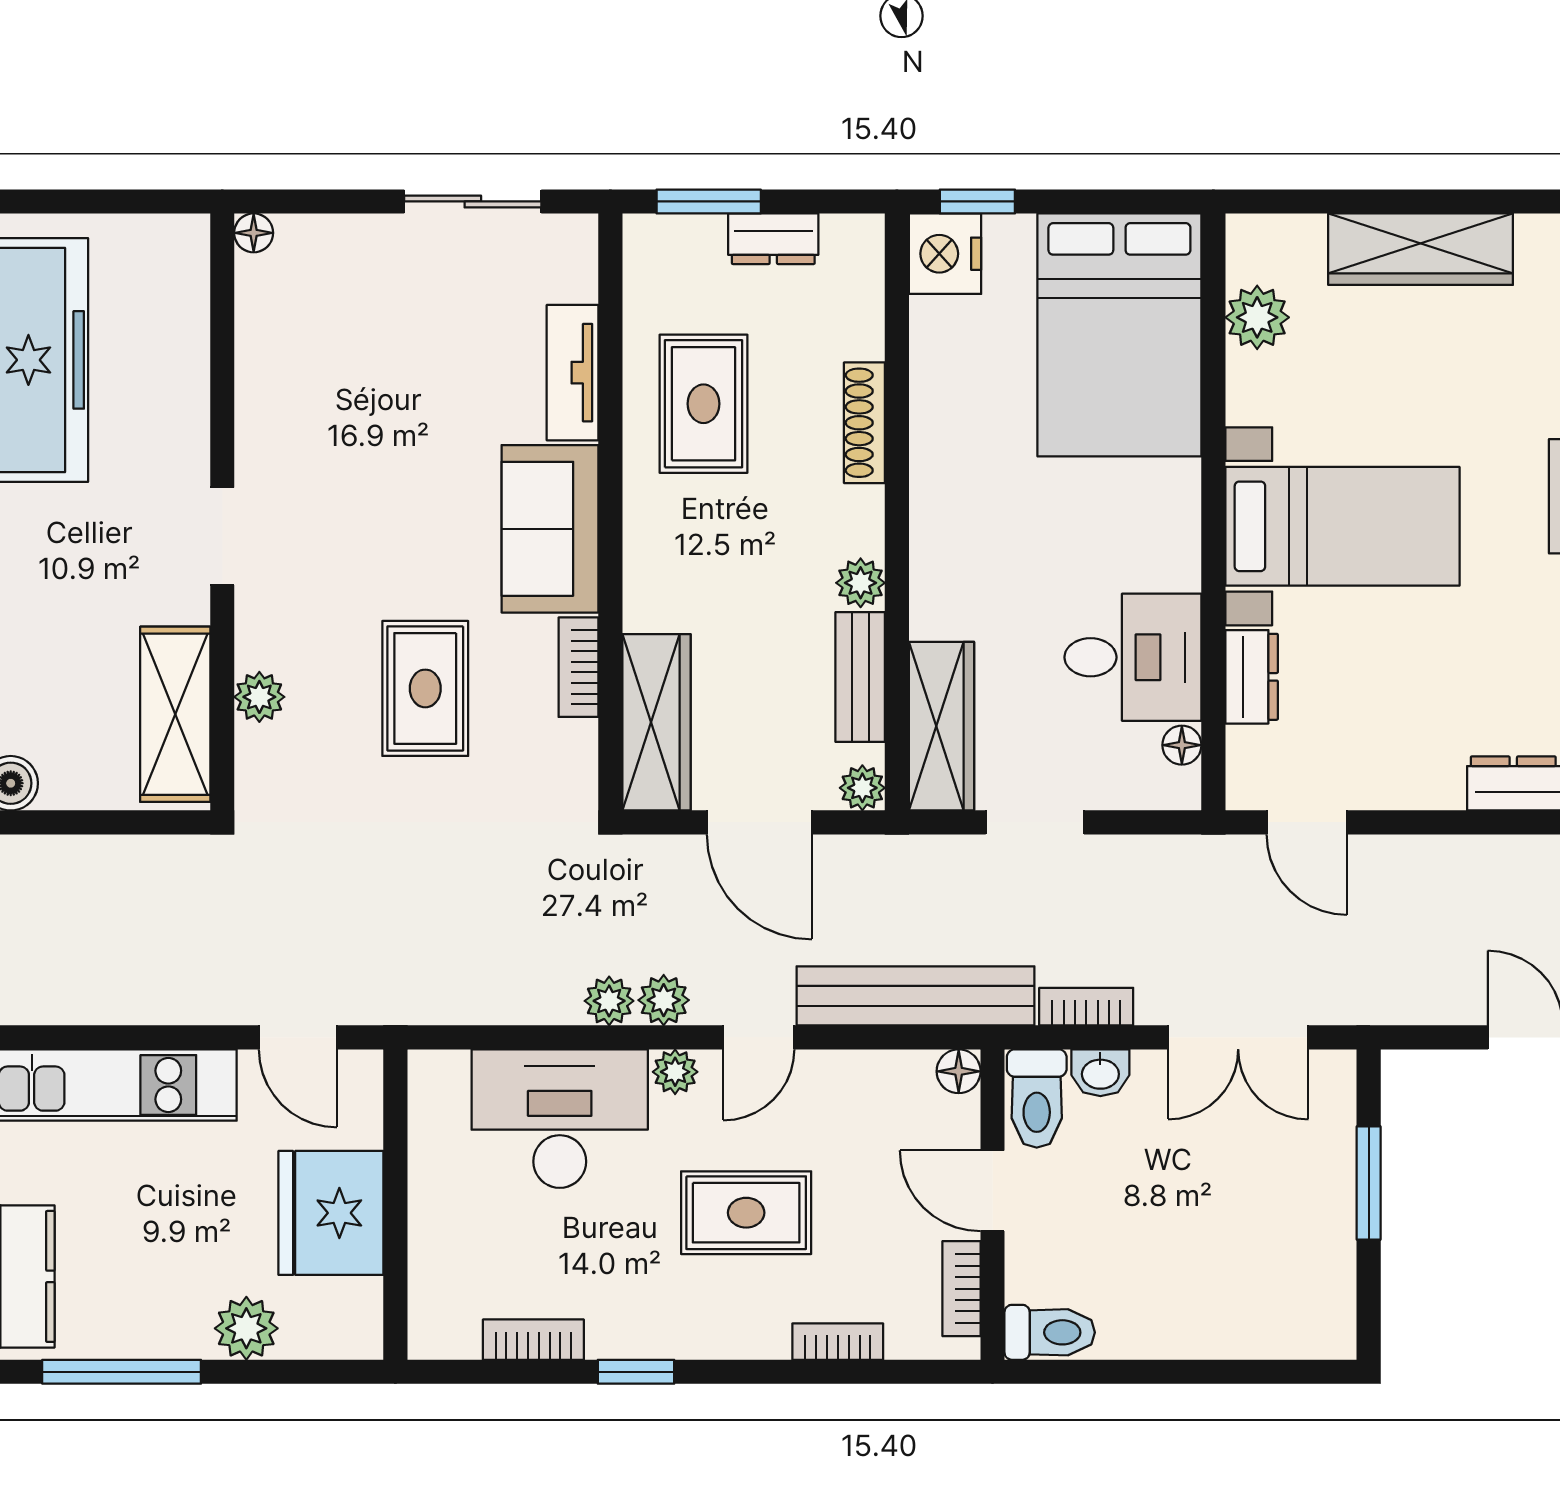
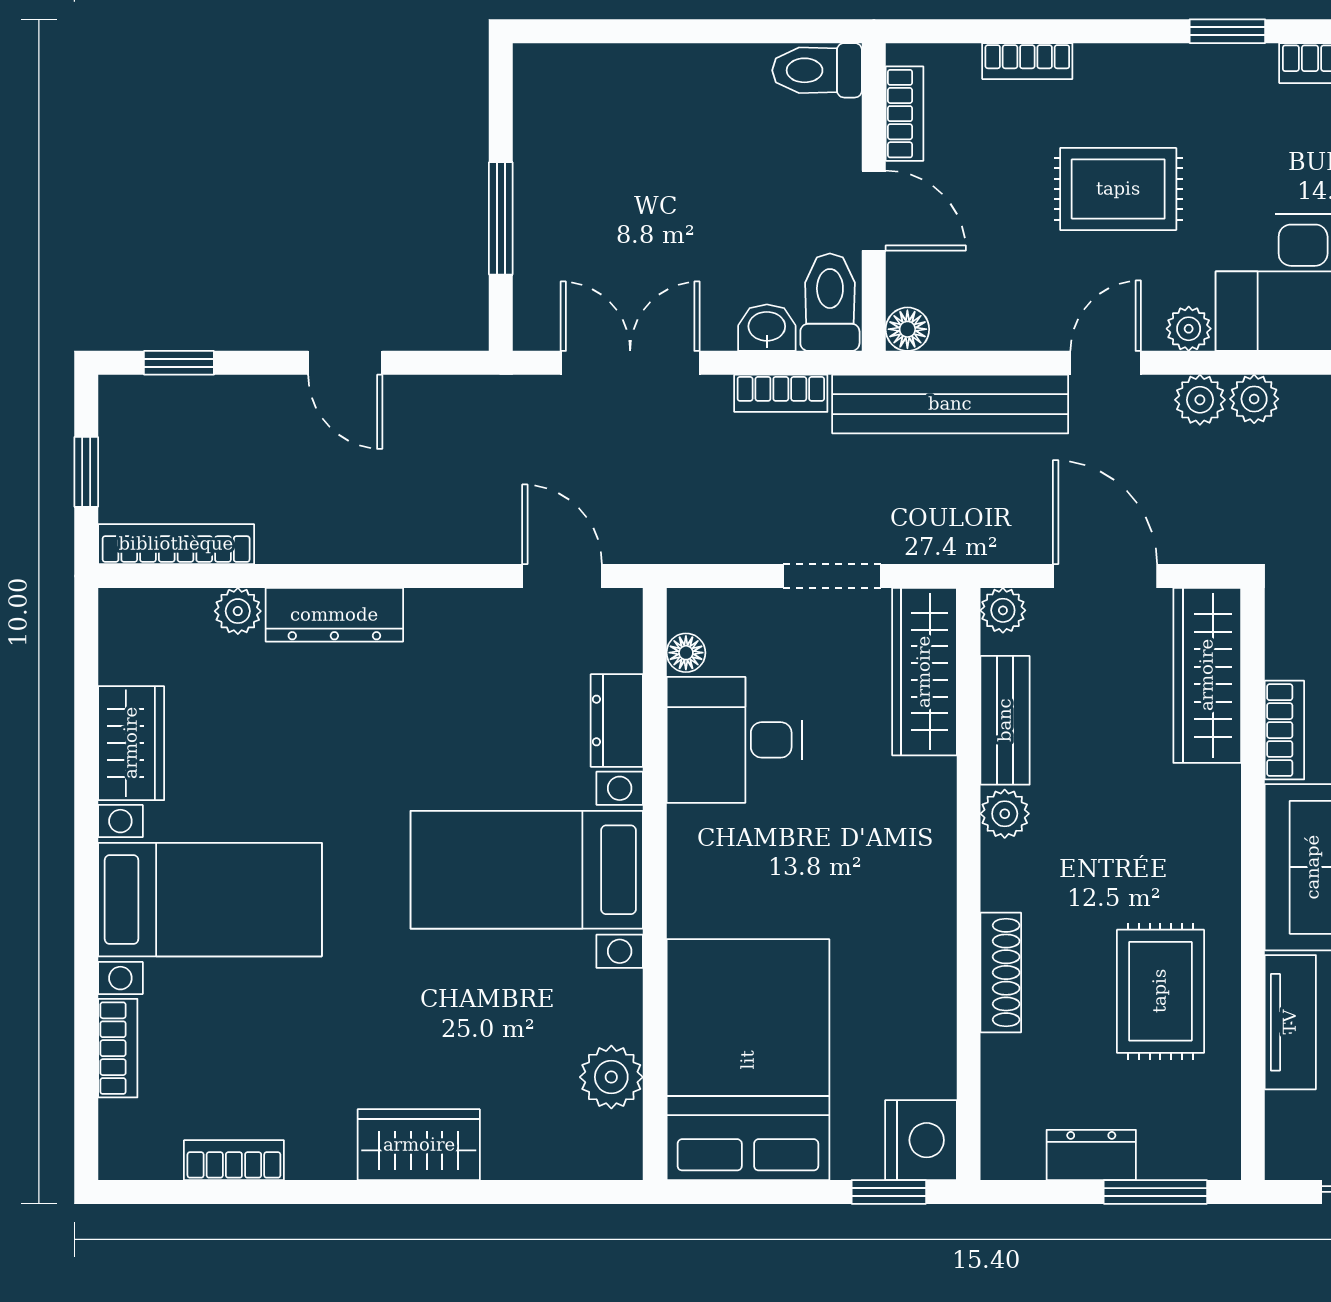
wardrobe: (1421, 249) -> (419, 1145), width x0.67

